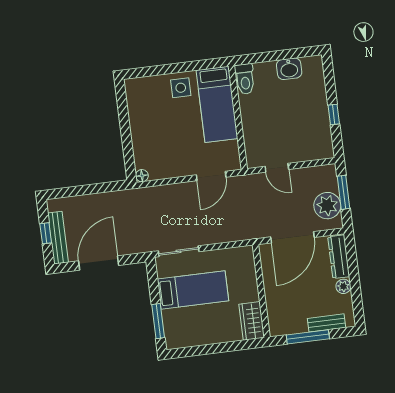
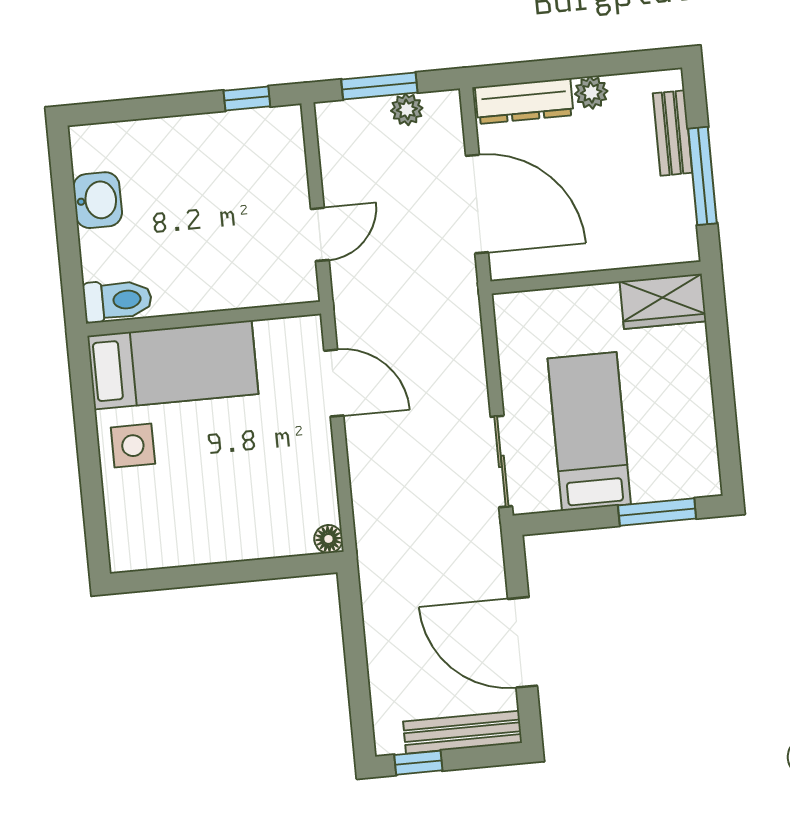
window: (334, 114) -> (247, 98), moved
plant: (327, 206) -> (407, 109), width x0.53, depth x0.53
window: (46, 233) -> (418, 763), moved

